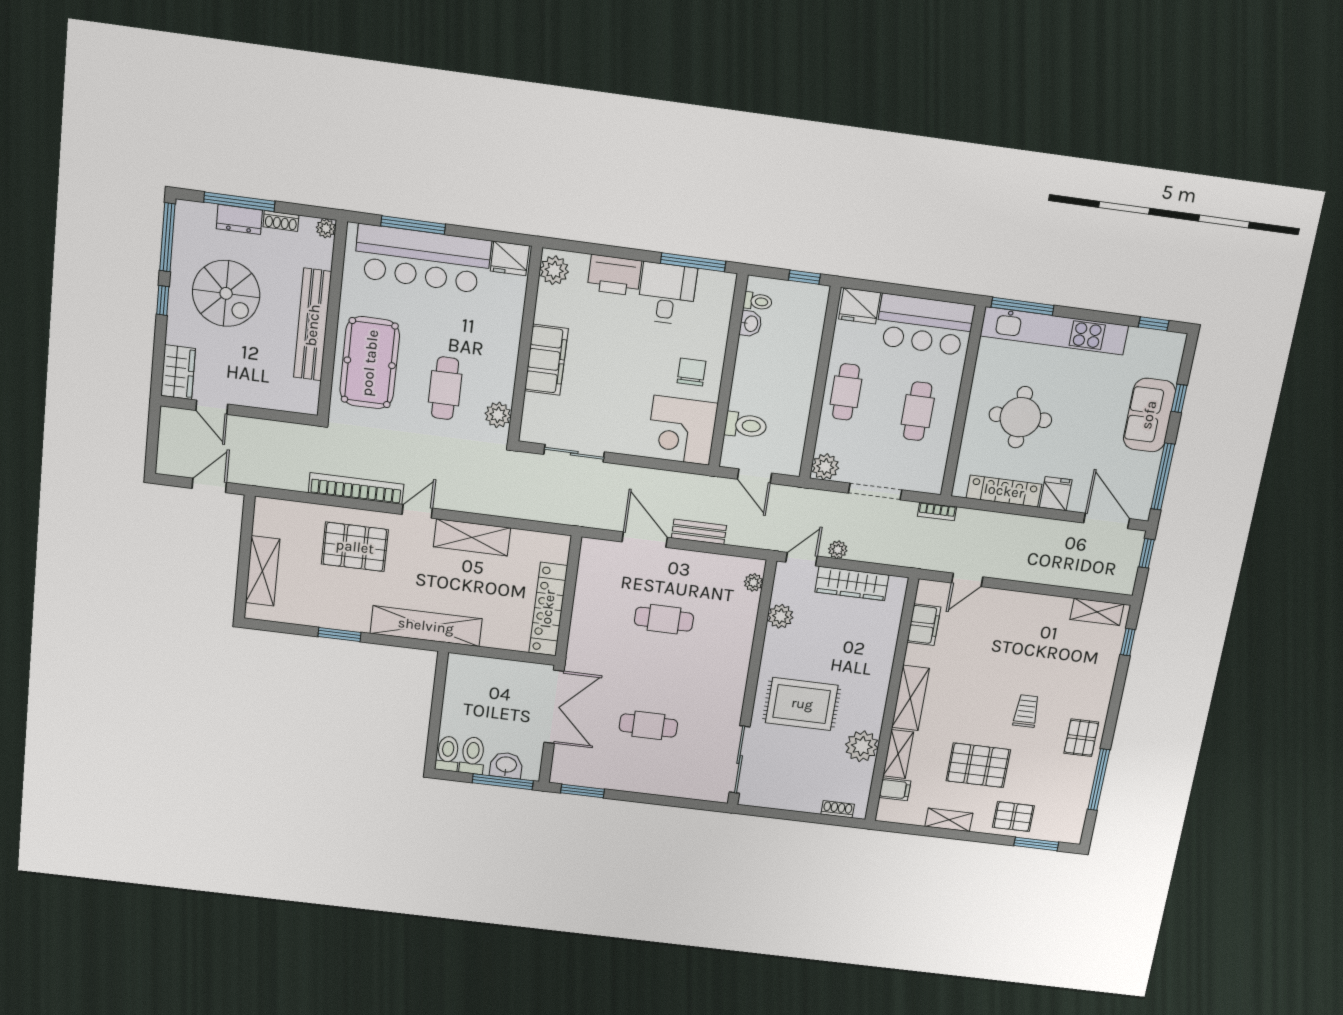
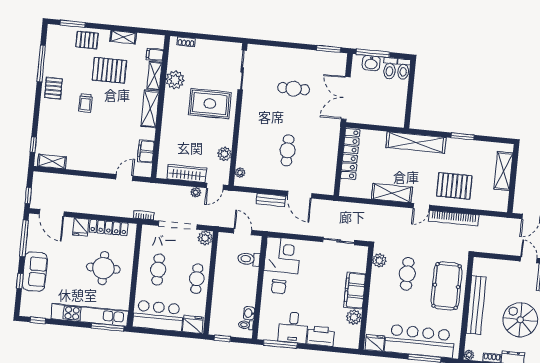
plant: (554, 270) -> (354, 317), moved
doorway: (875, 491) -> (178, 225), width x1.36
cafe table: (664, 619) -> (288, 150), turned 90

